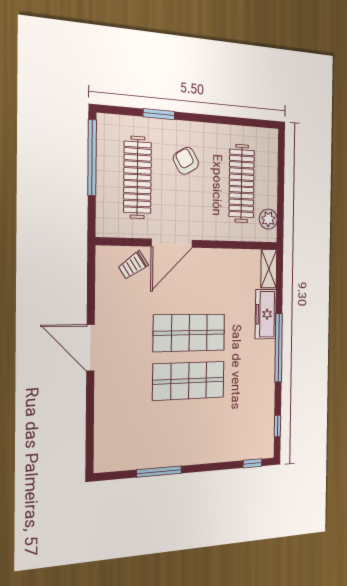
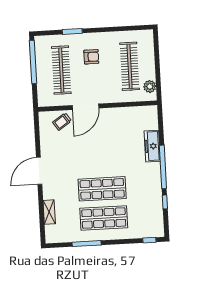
armchair: (186, 161) -> (91, 57), turned 121
shelving: (269, 269) -> (49, 212), moved
shop shelf: (189, 333) -> (104, 218), moved
door: (90, 348) -> (39, 171), hinge flipped
window: (277, 426) -> (165, 202), moved

